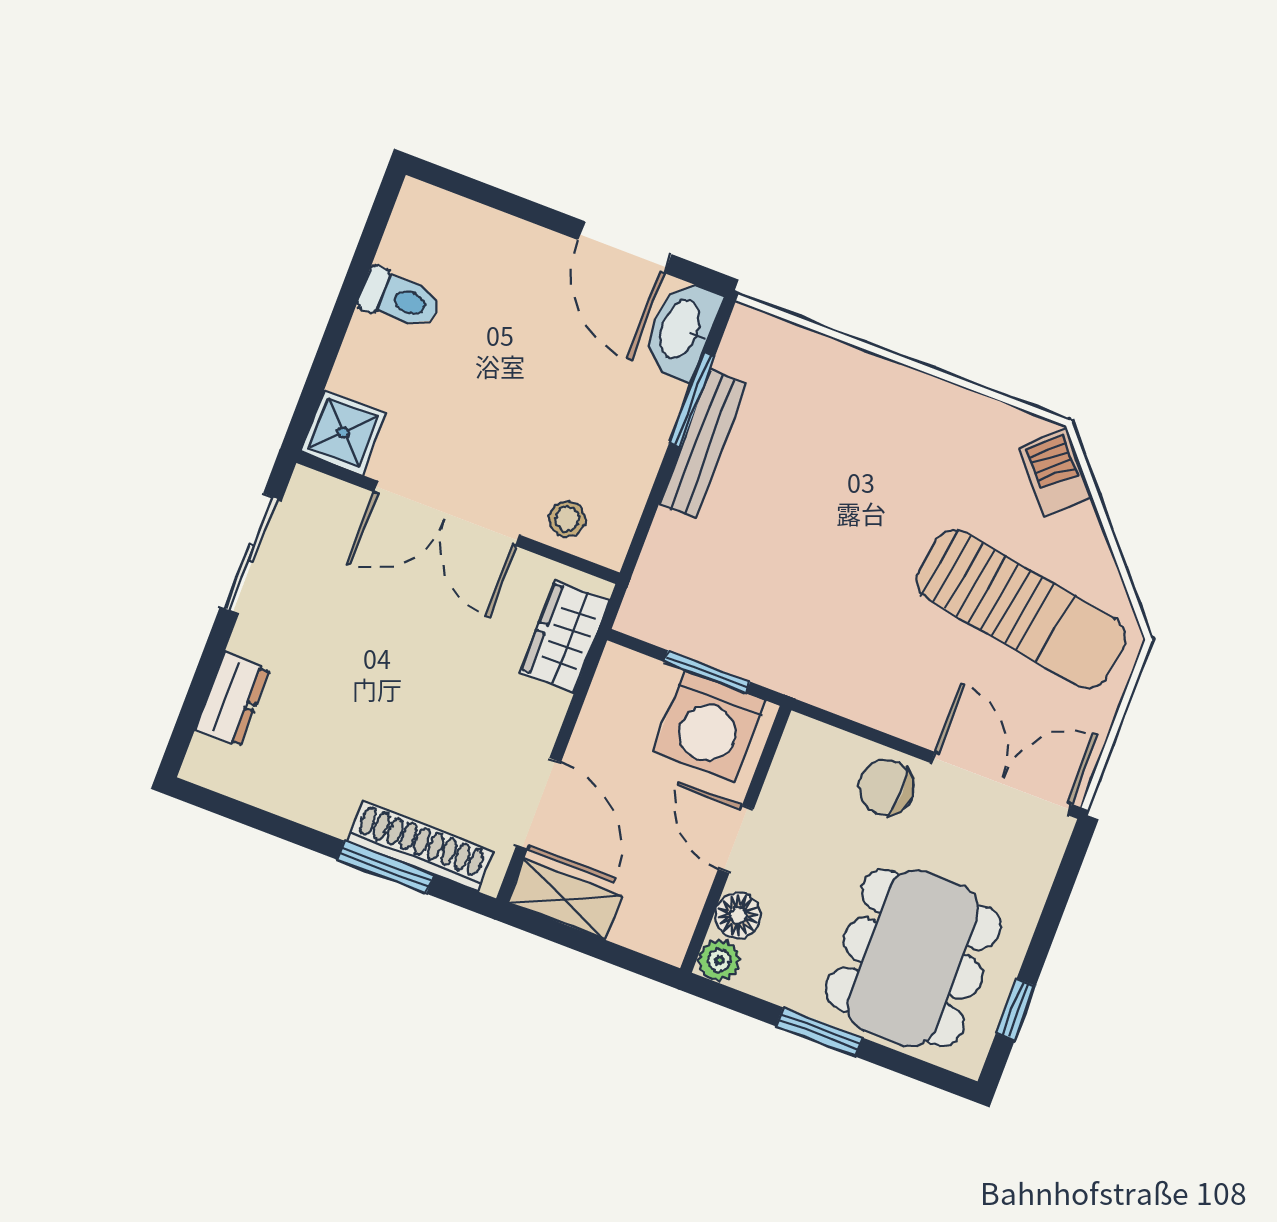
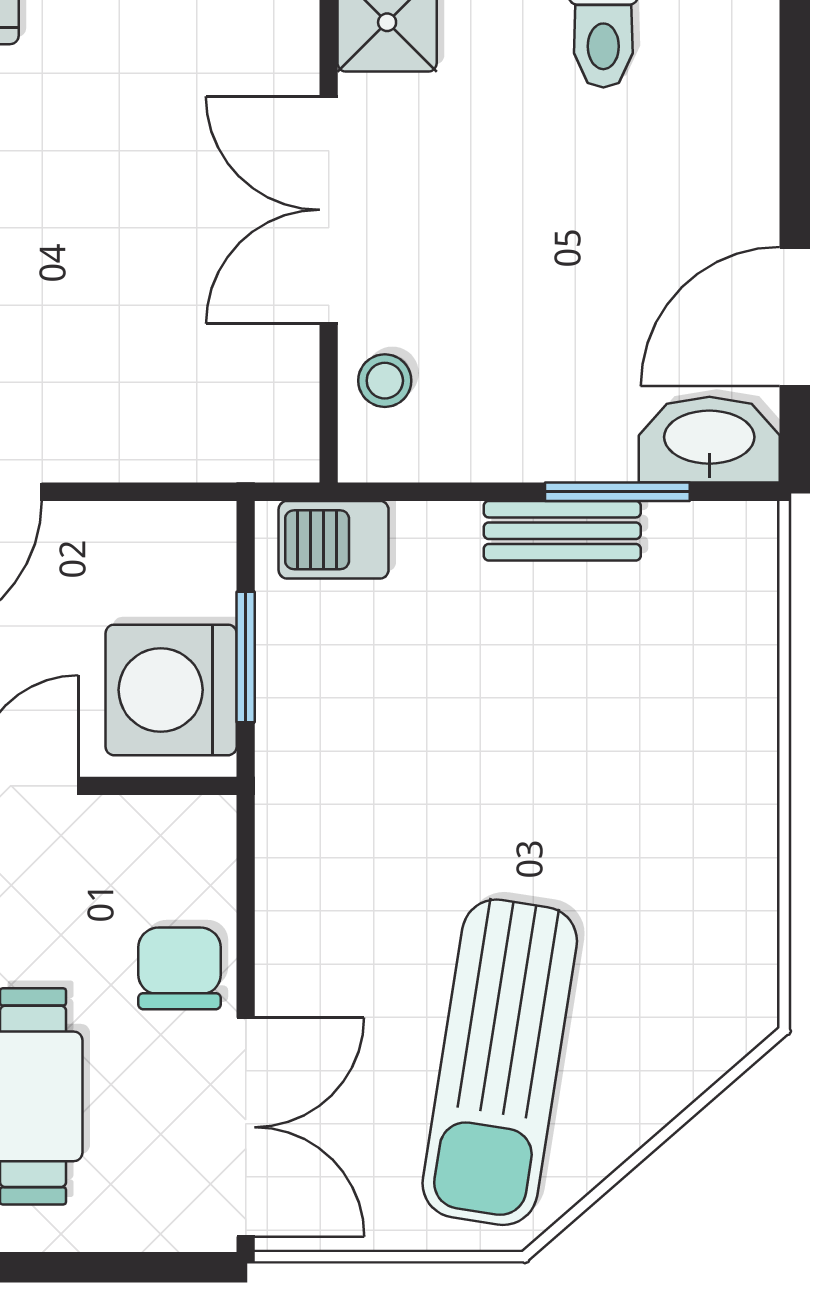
bench: (703, 443) -> (562, 531), width x0.73
barbecue: (1056, 472) -> (334, 540), moved, turned -139
wardrobe: (565, 637) -> (219, 440), removed

